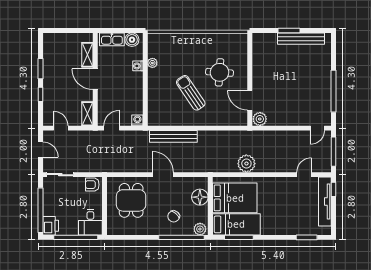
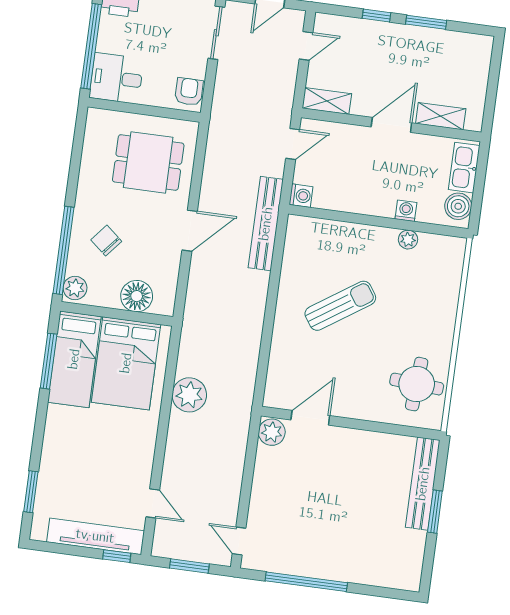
bench: (301, 39) -> (423, 484), moved
round table: (220, 72) -> (417, 384), moved
door: (112, 128) -> (293, 144), hinge flipped
bench: (173, 136) -> (266, 224), moved
window: (333, 152) -> (189, 566), width x0.69

